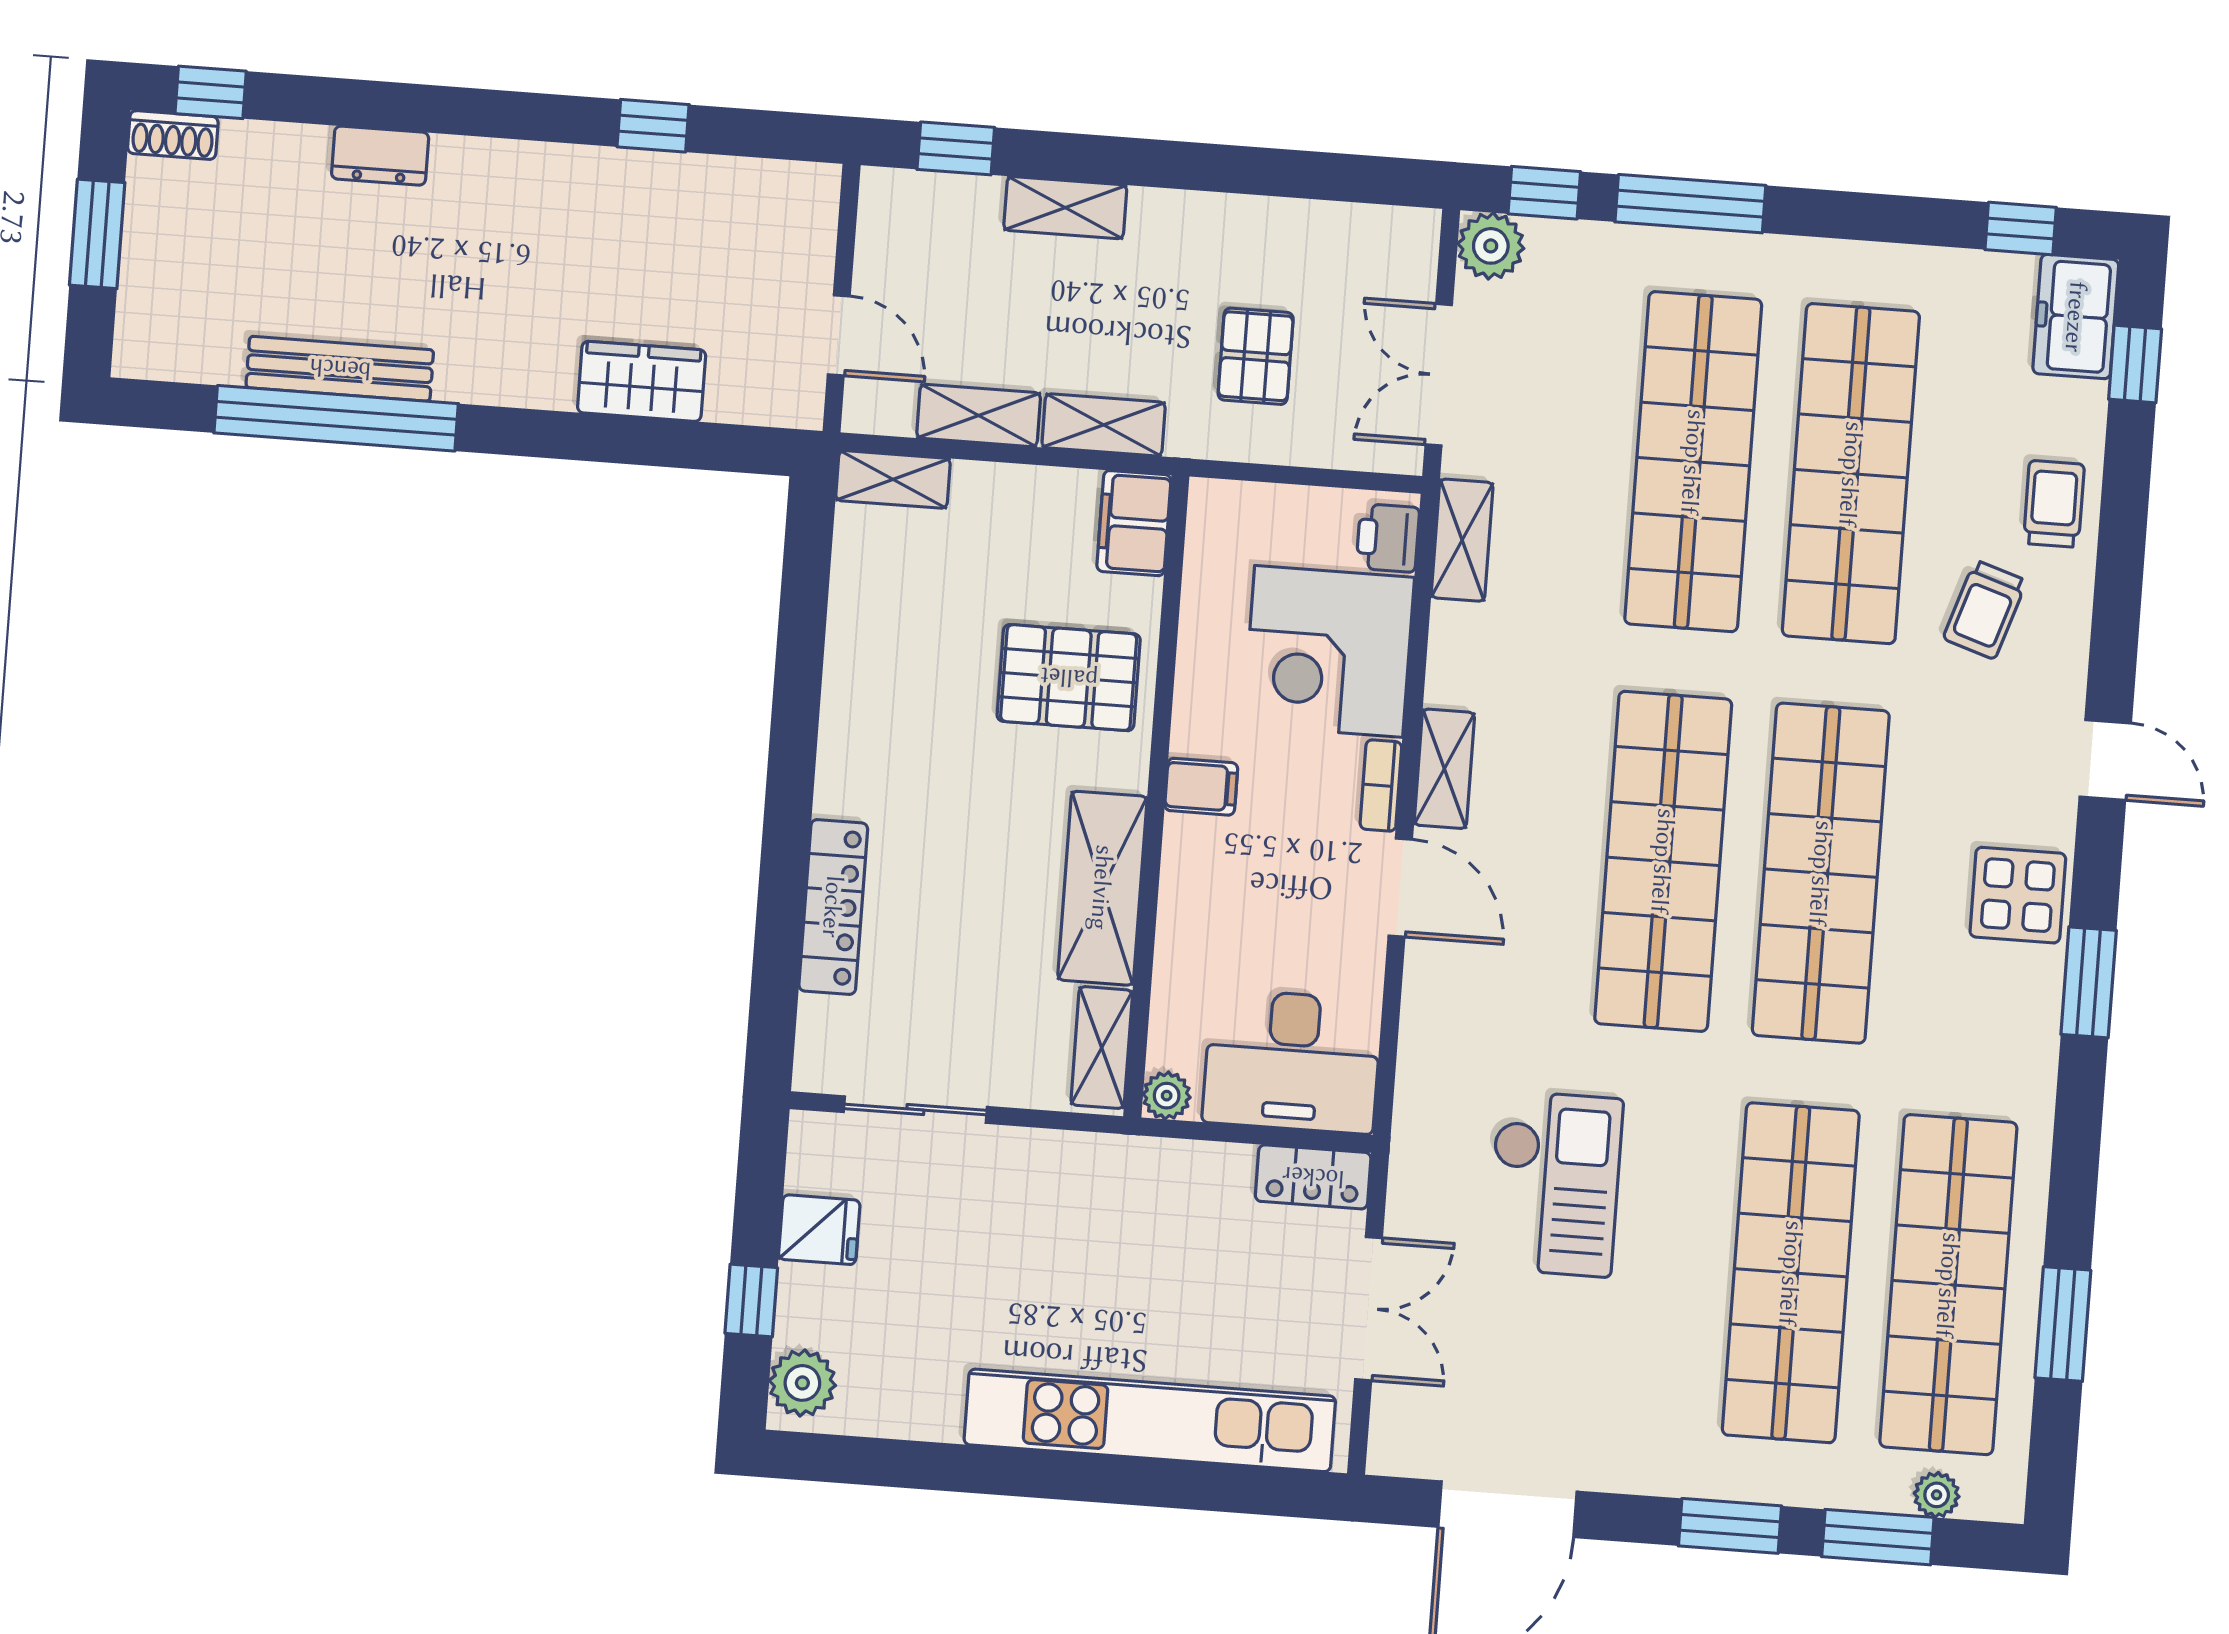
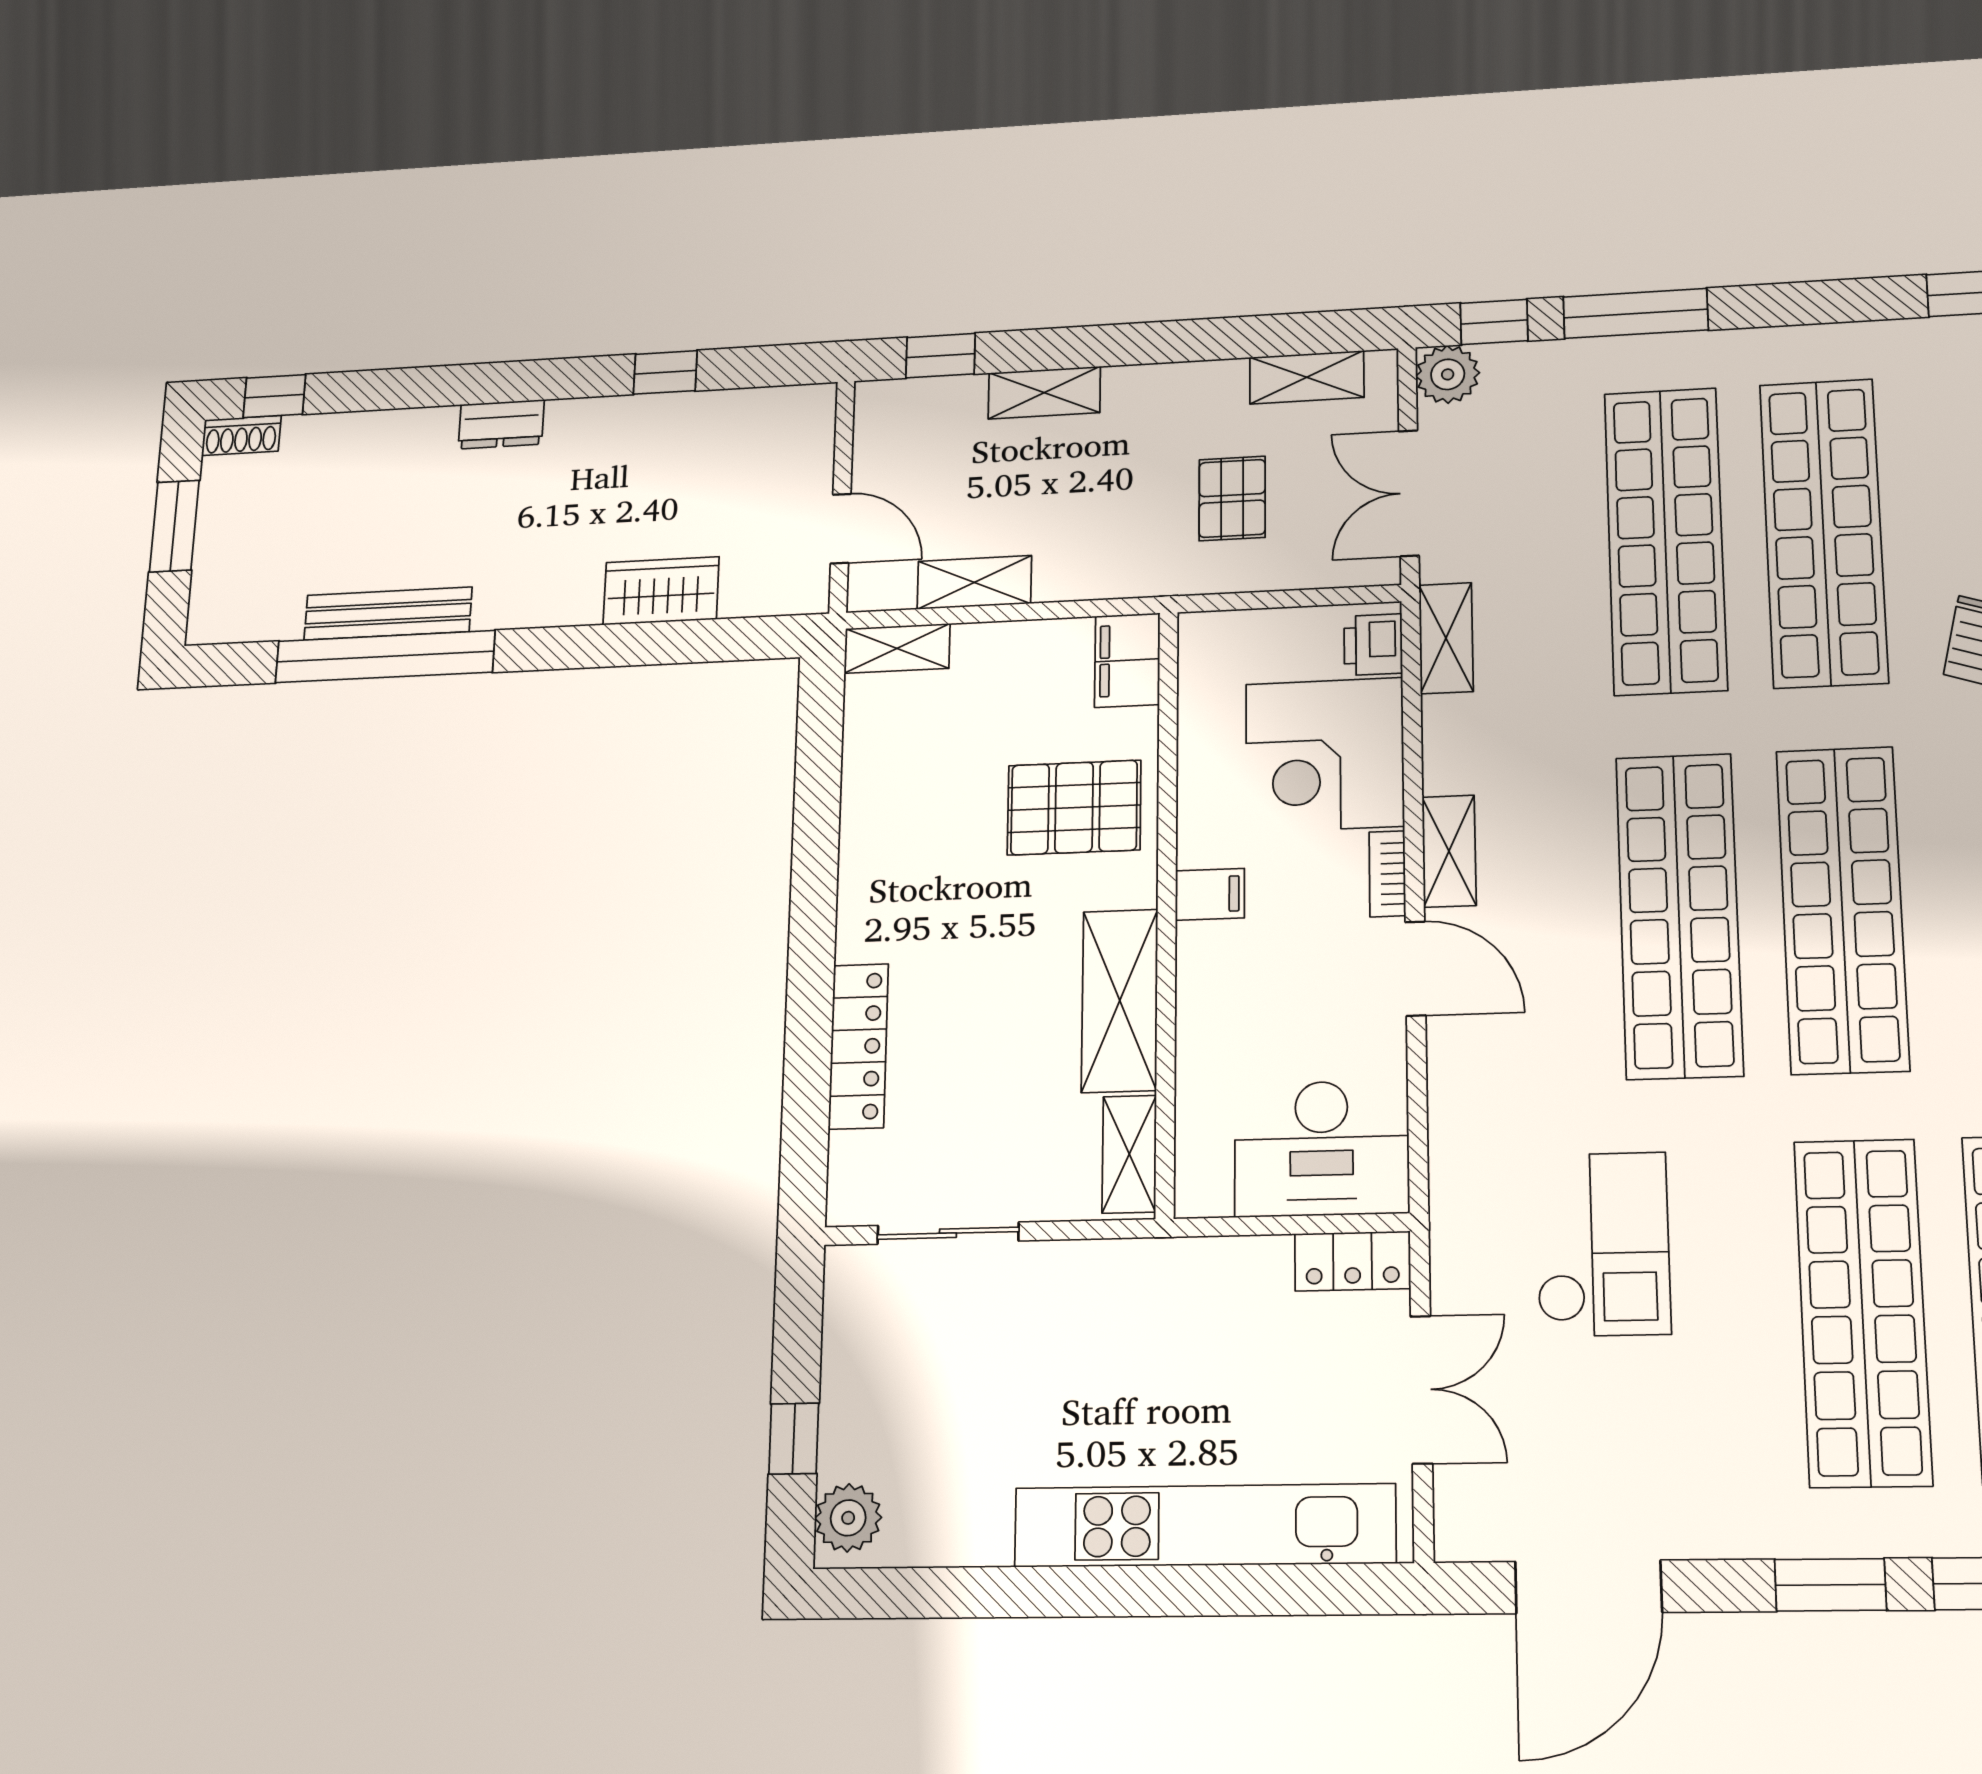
dresser: (380, 156) -> (501, 424), moved
shelving: (1104, 425) -> (1307, 377), moved
plant: (1167, 1096) -> (1198, 1195), removed
fridge: (819, 1230) -> (858, 1361), removed

